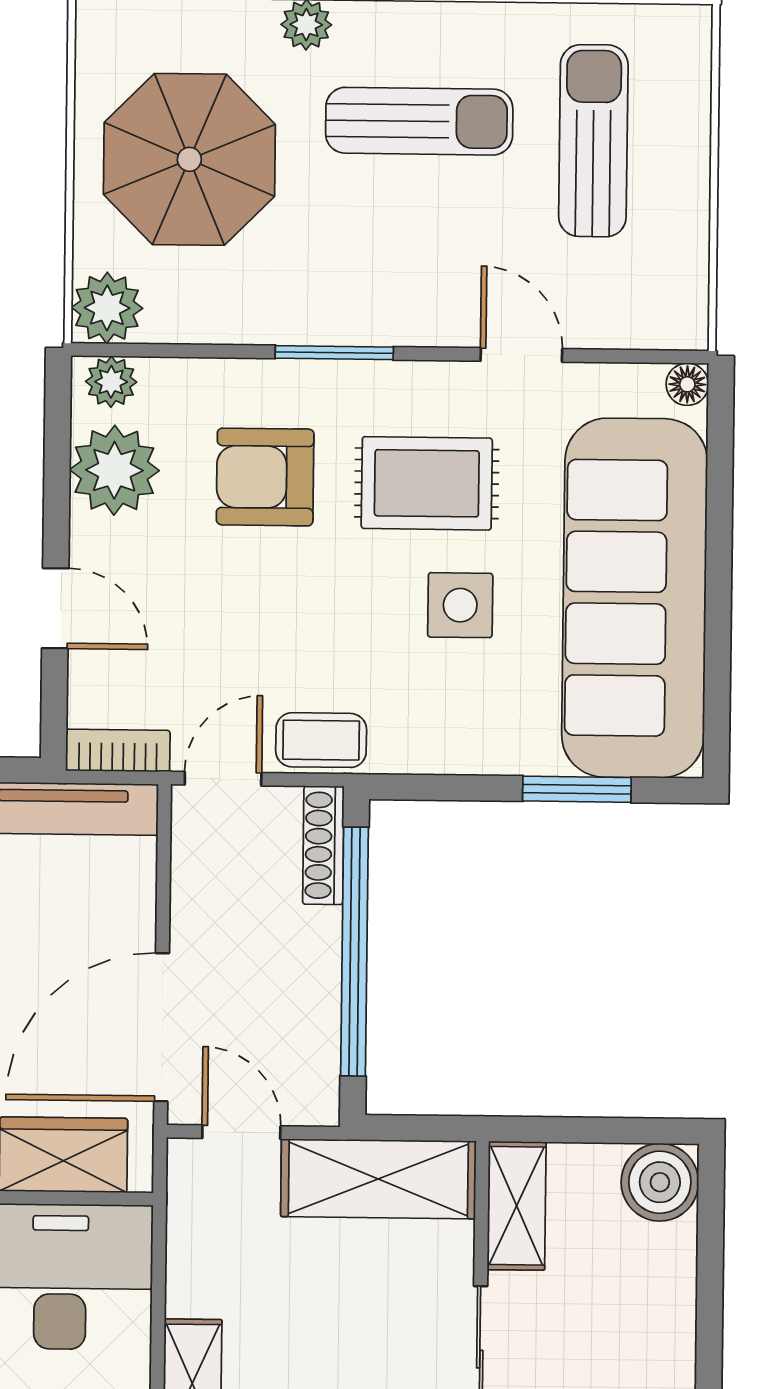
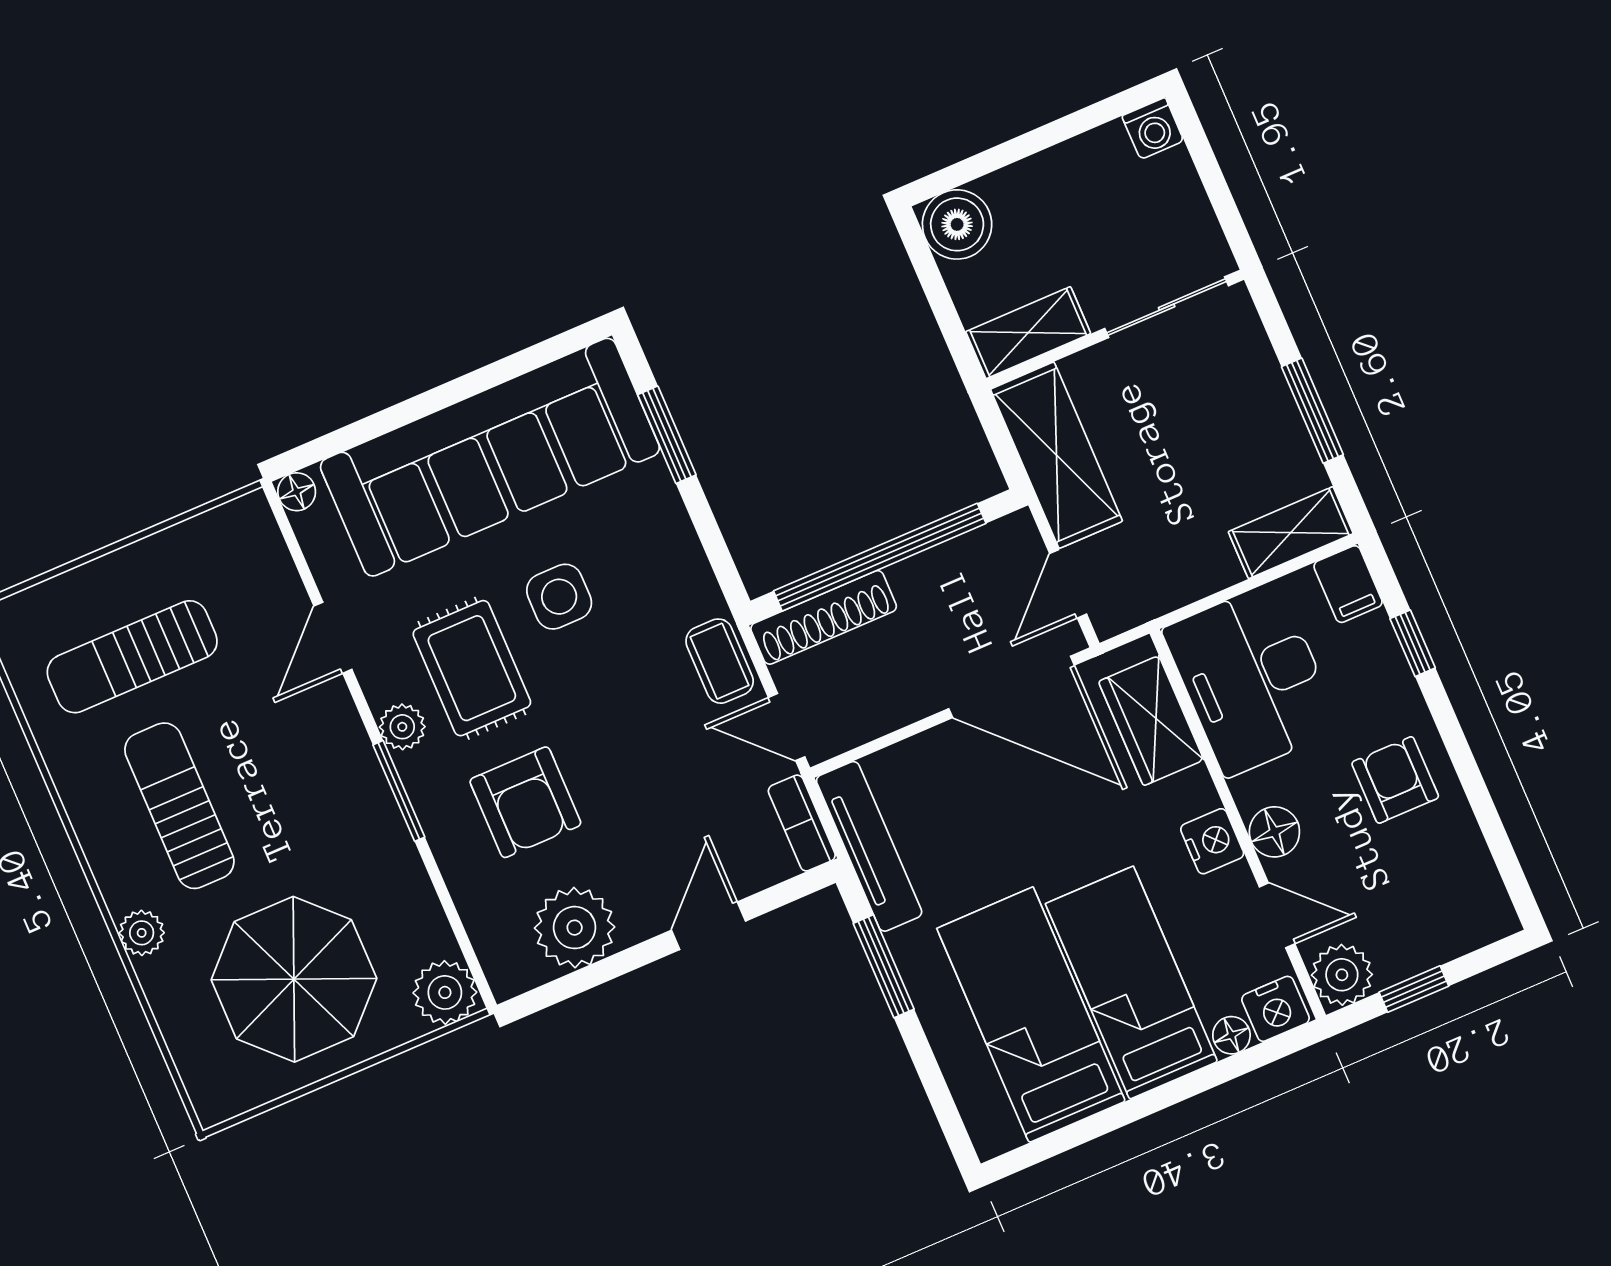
plant: (111, 382) -> (402, 727), moved
shoe rack: (323, 845) -> (824, 617), width x1.36, depth x1.24

